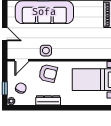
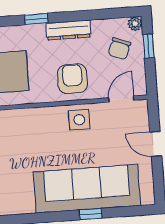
armchair: (48, 73) -> (72, 79), turned 77
window: (65, 108) -> (36, 19), added

